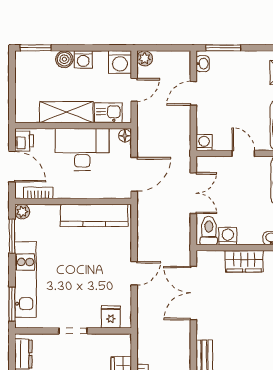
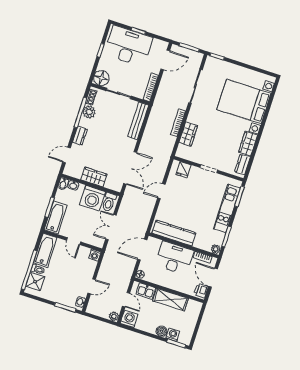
washing machine: (83, 60) -> (173, 335), moved
door: (134, 90) -> (126, 300), swing flipped
desk: (82, 149) -> (174, 258), moved, turned 180
washing machine: (228, 236) -> (93, 198), width x1.89, depth x1.89

